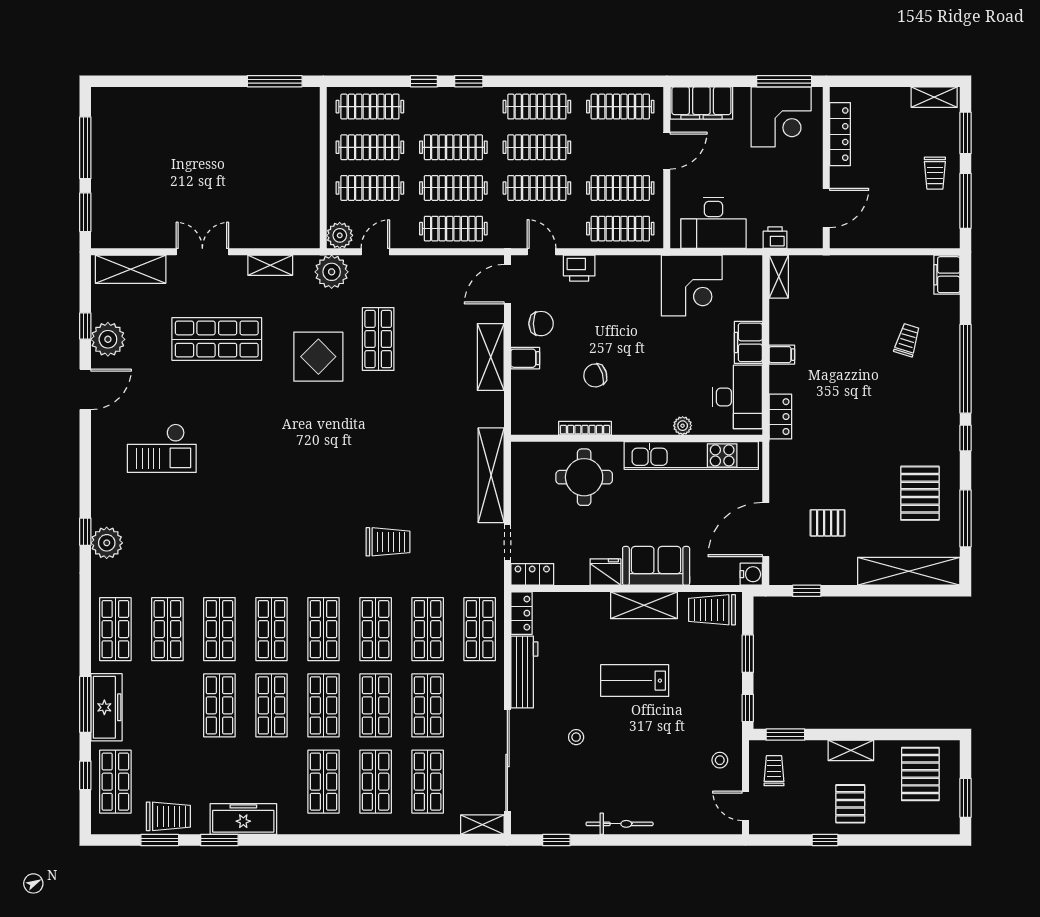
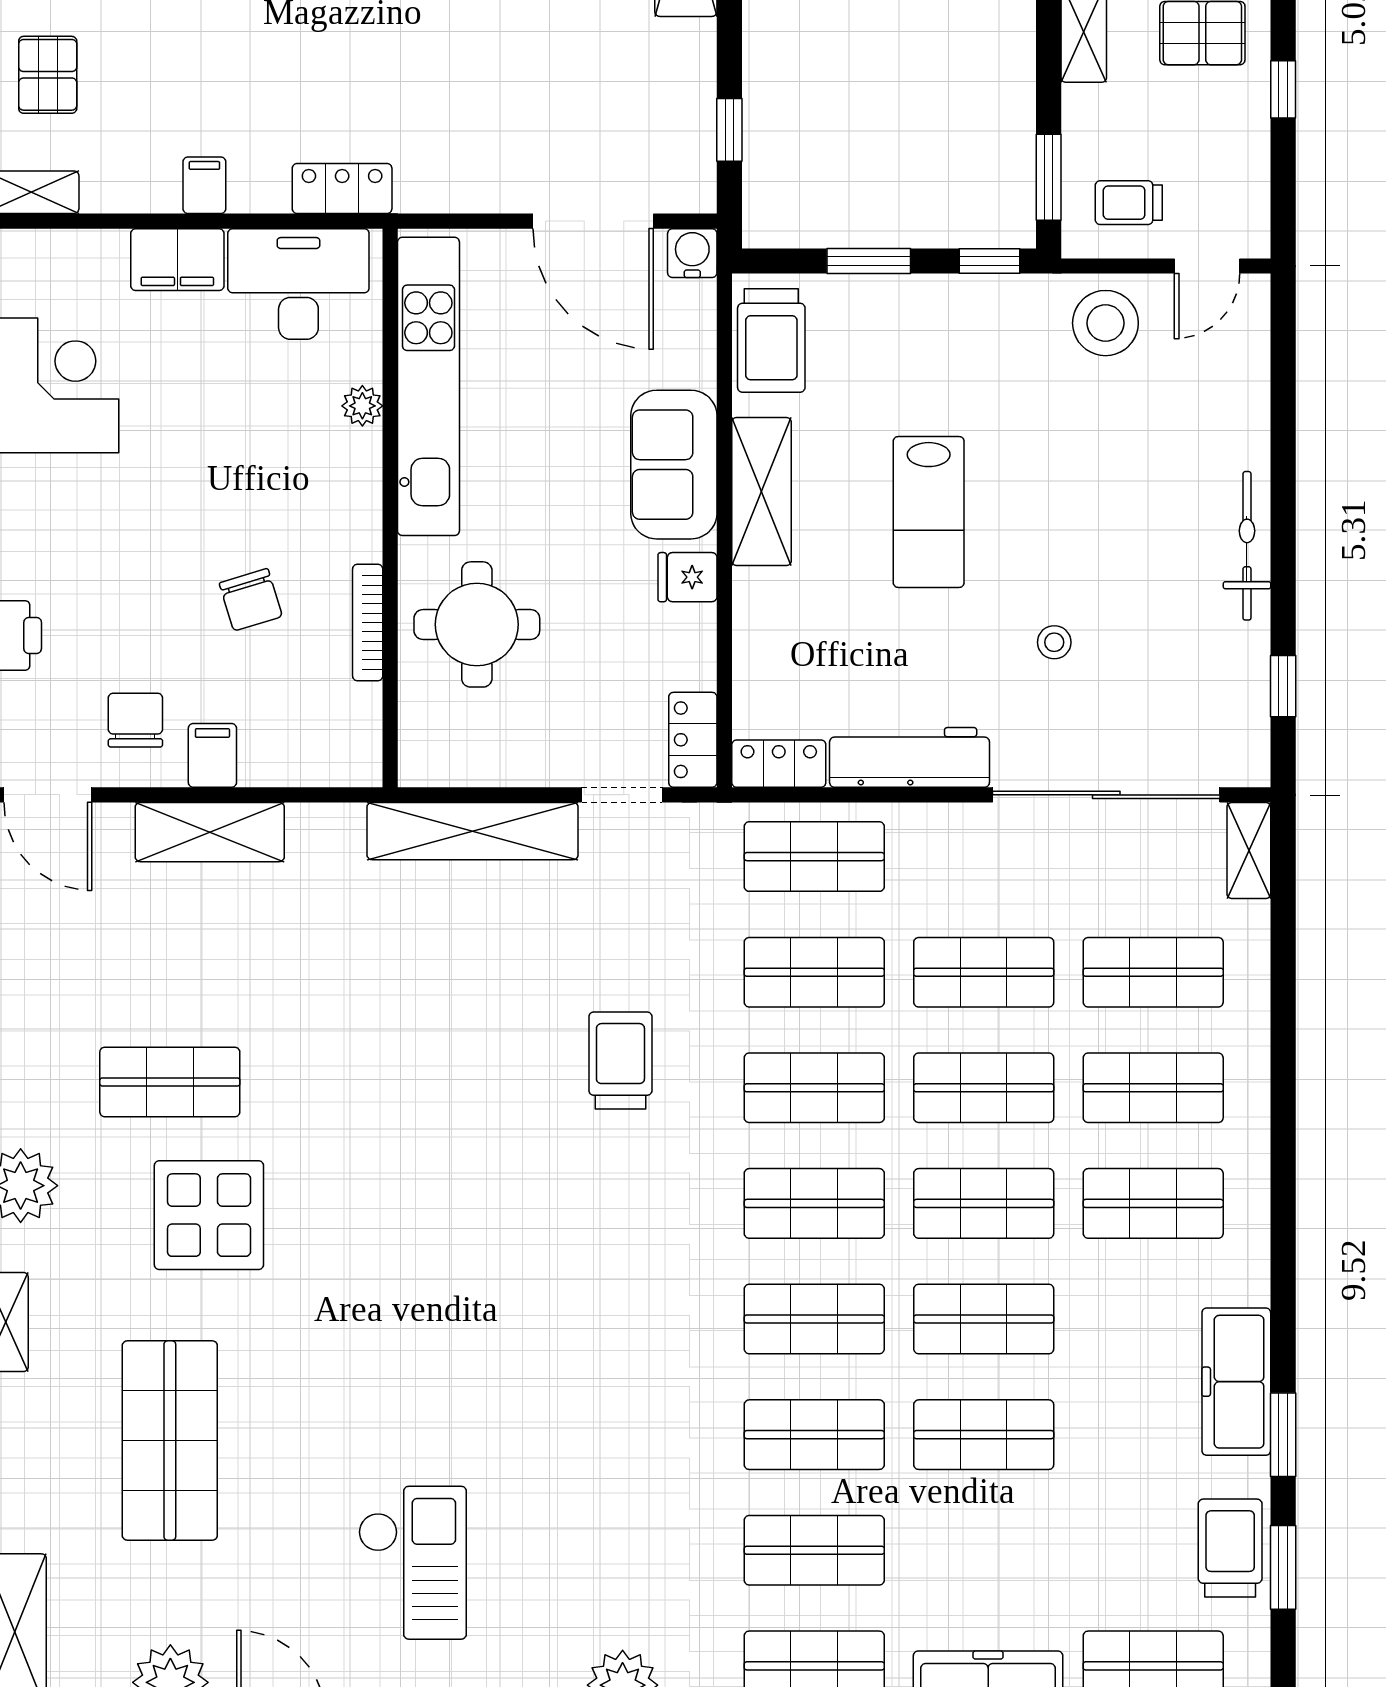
pallet: (828, 523) -> (48, 75), moved
fridge: (605, 572) -> (687, 577), width x0.72
stool: (720, 760) -> (1105, 323), width x1.89, depth x1.89

